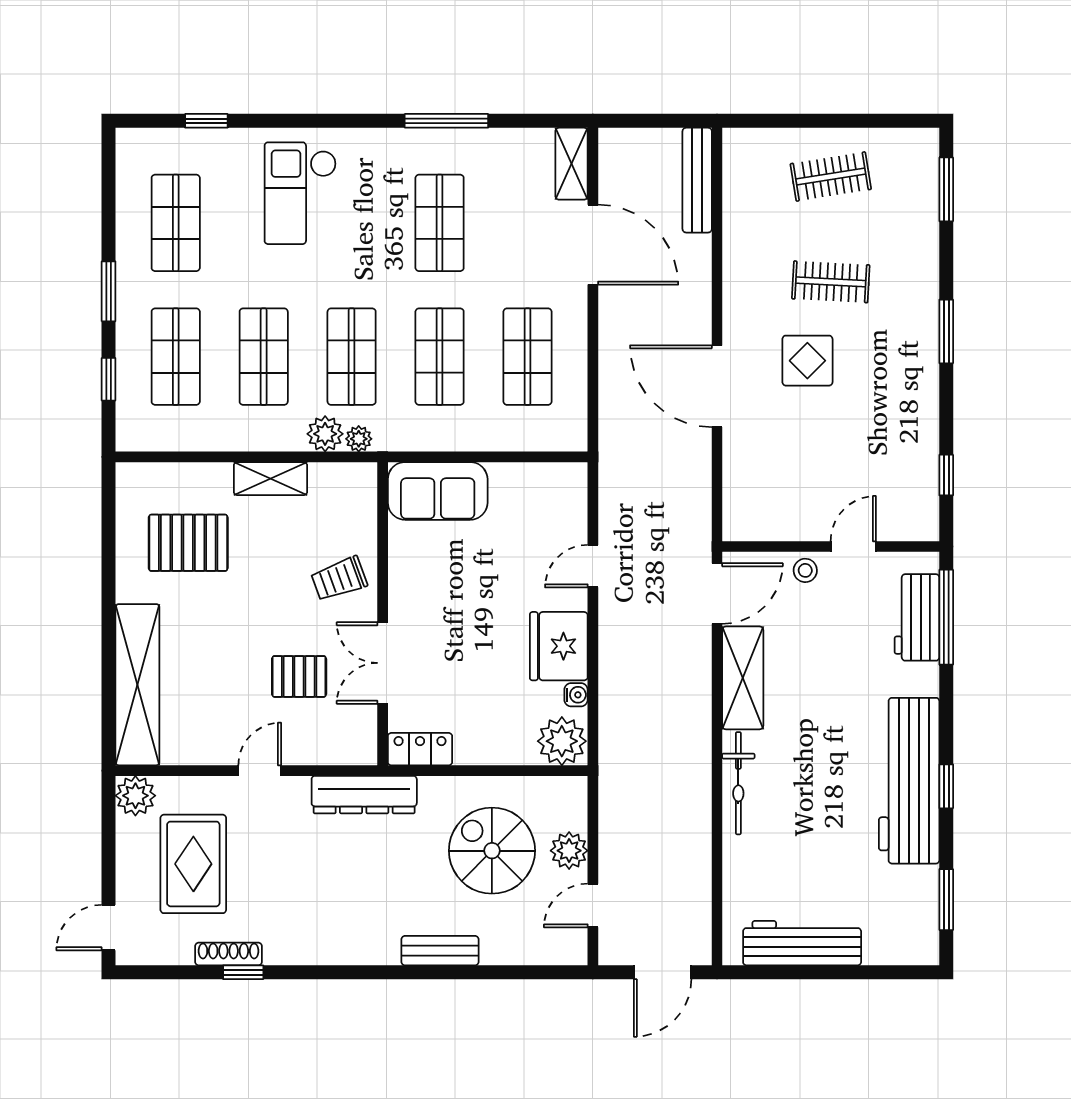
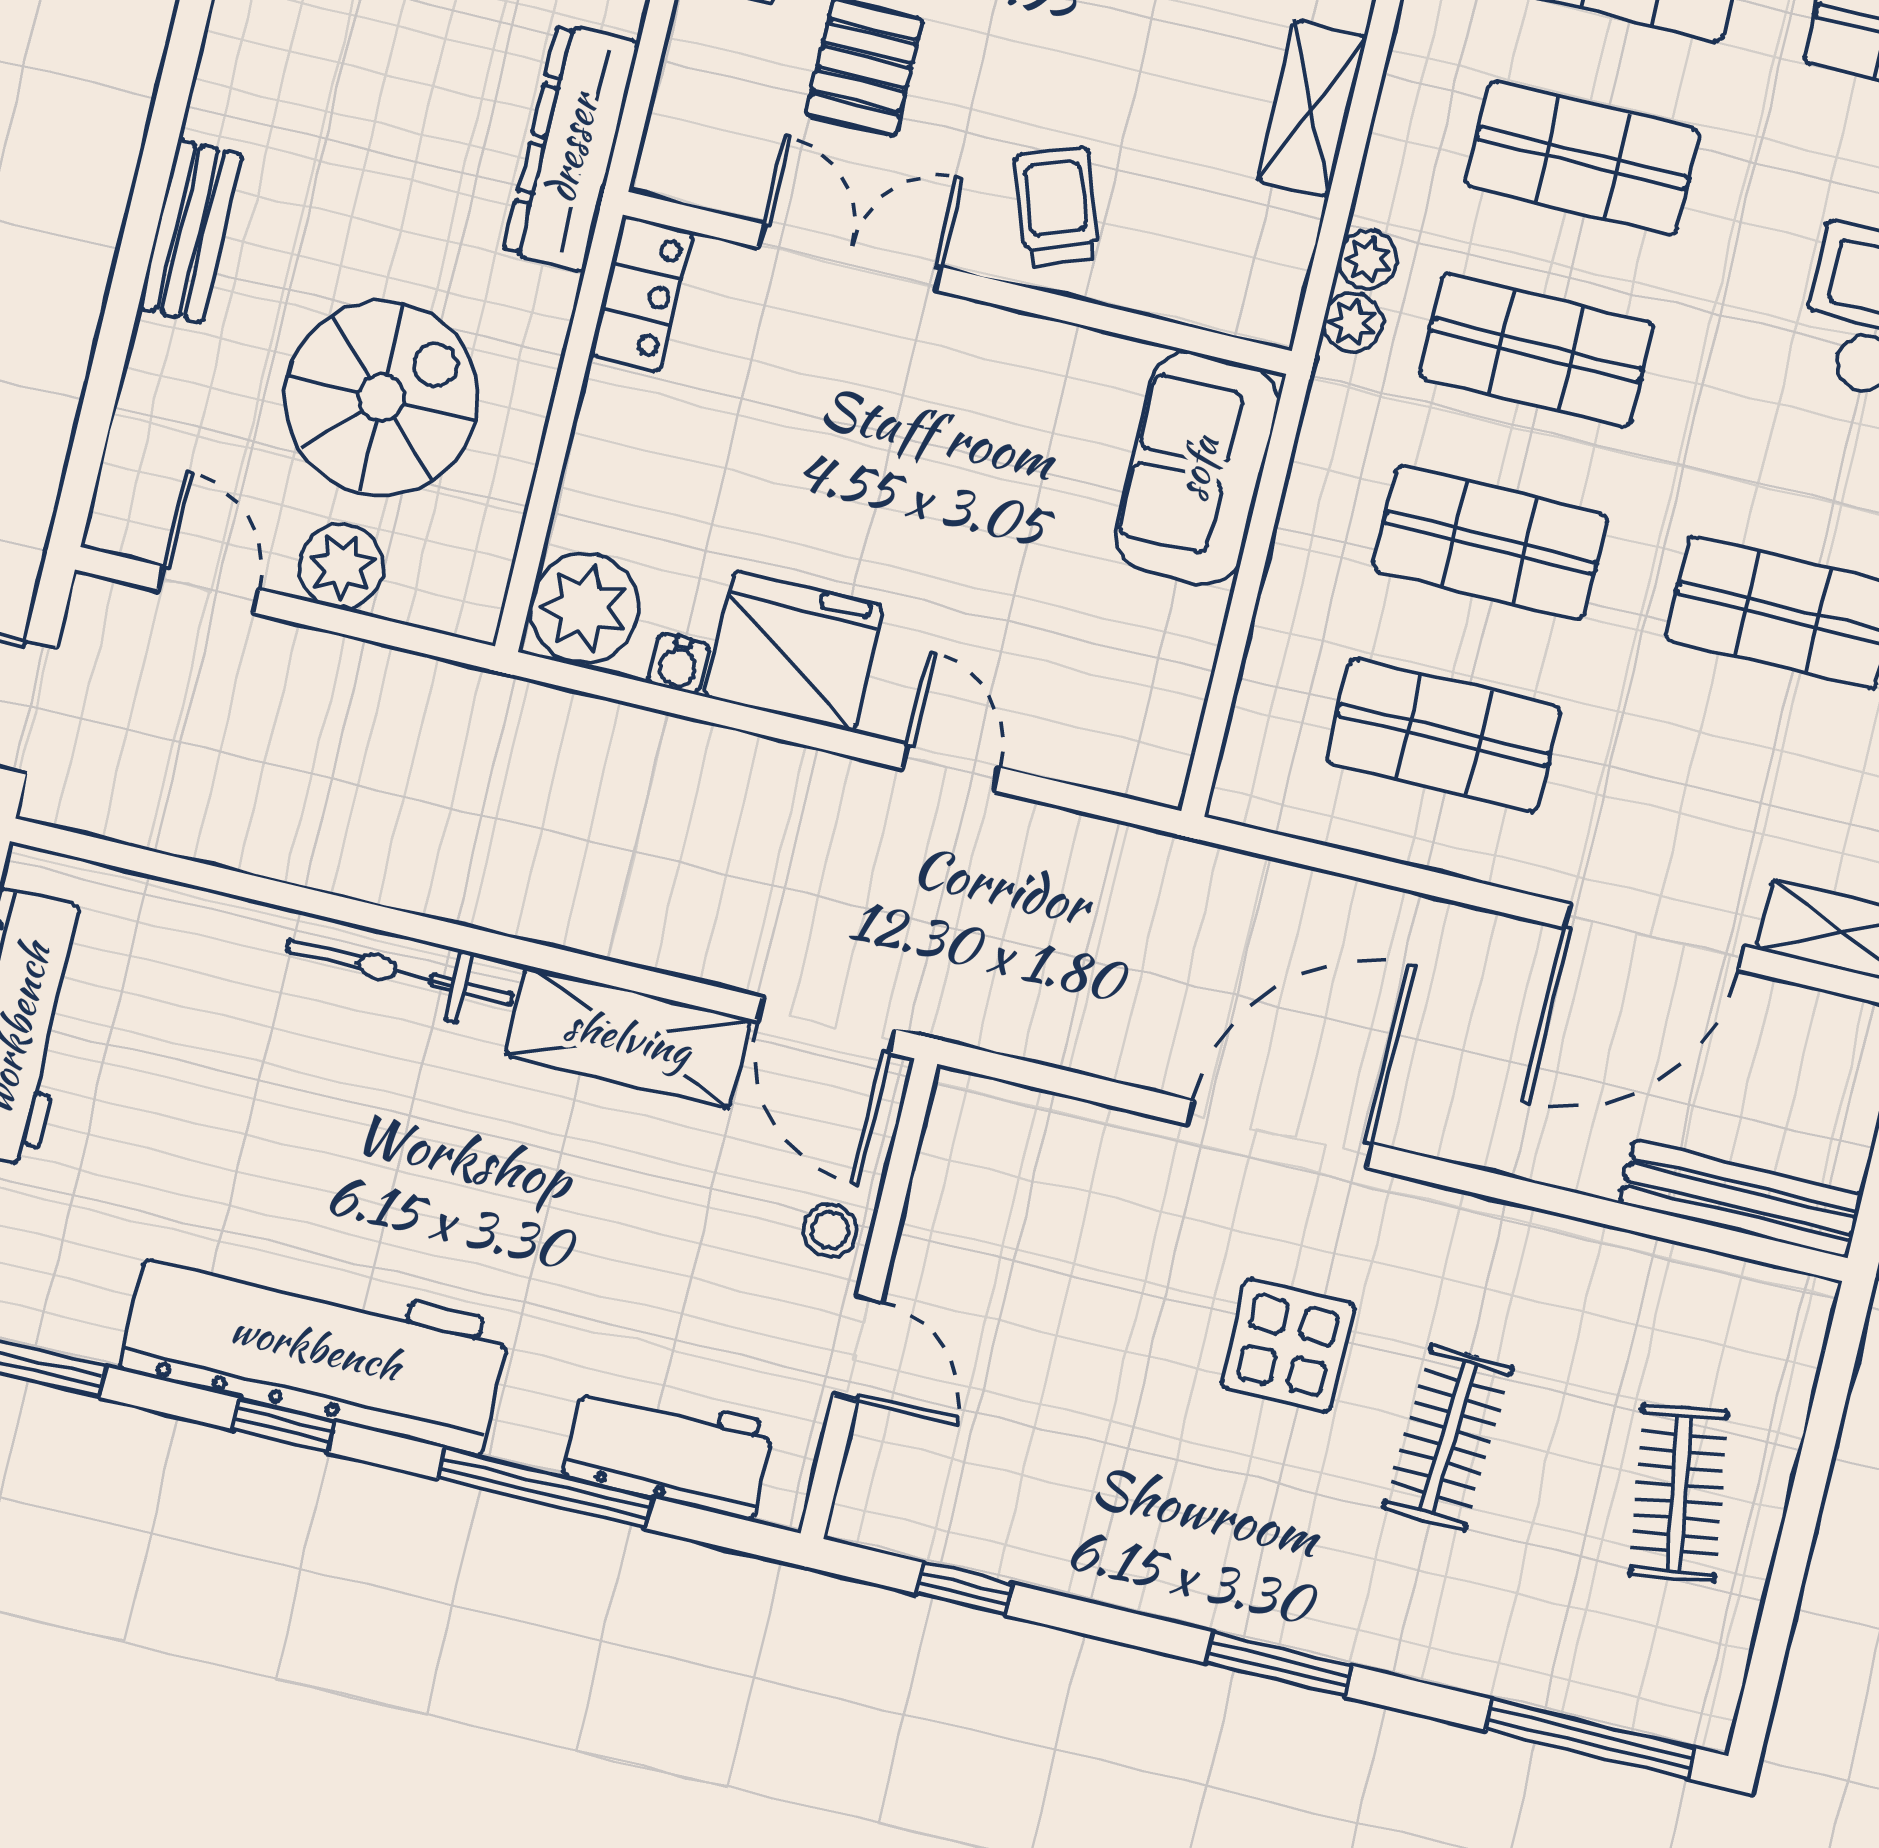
window: (946, 189) -> (1590, 1739), width x1.44
plant: (325, 434) -> (1368, 260), width x0.73, depth x0.73
window: (946, 617) -> (545, 1488), moved

